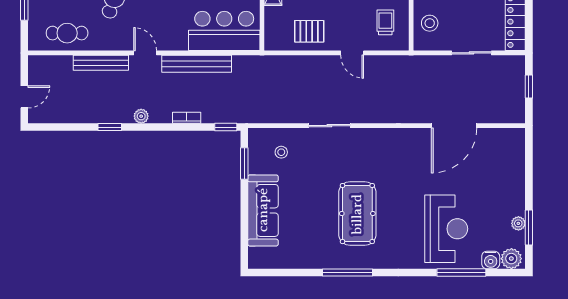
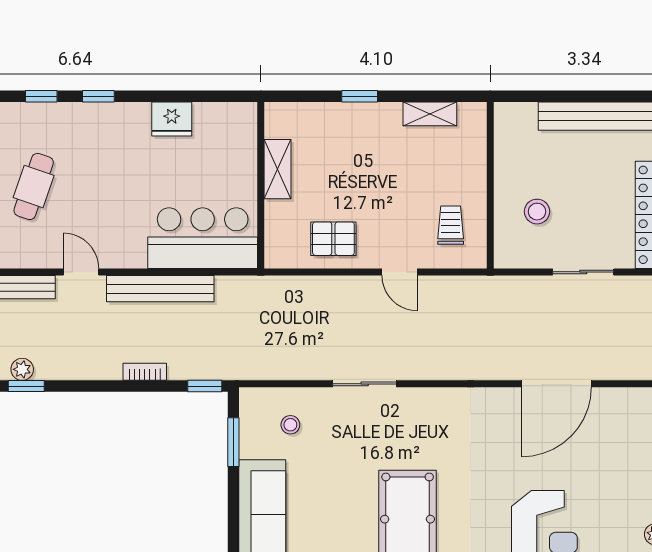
stool: (430, 23) -> (537, 212), moved
plant: (141, 116) -> (22, 369), moved

